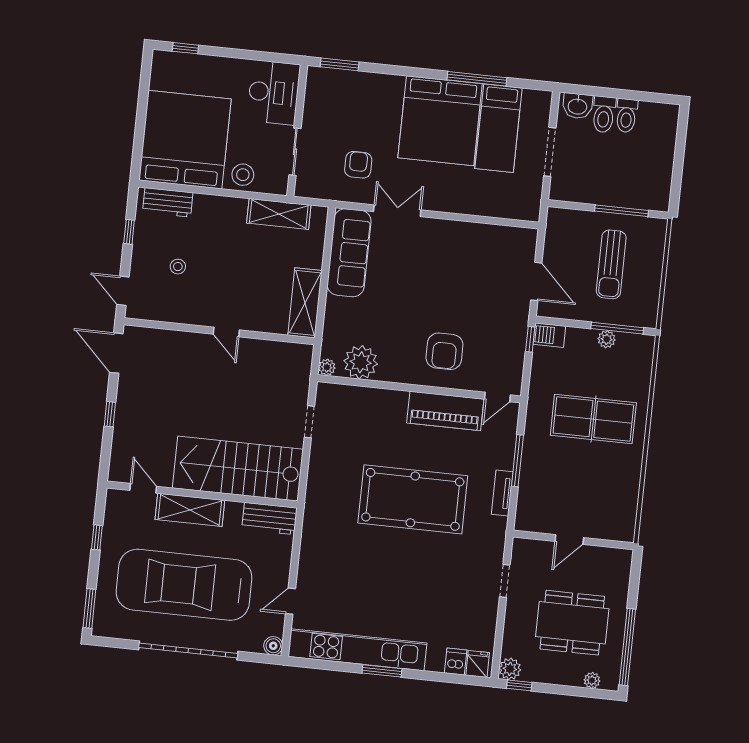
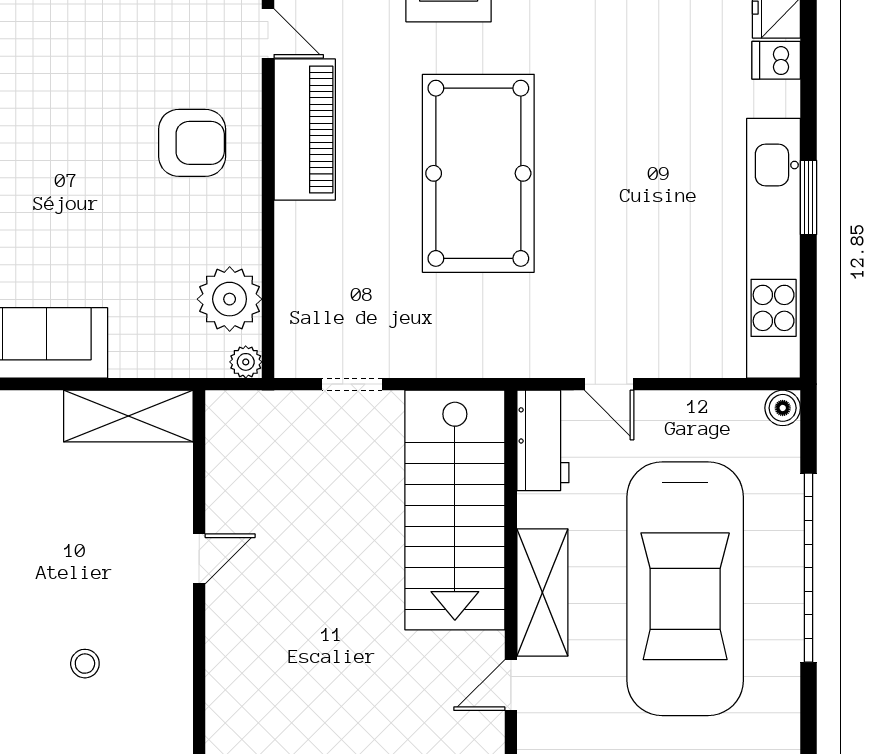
door: (291, 601) -> (609, 384), moved

